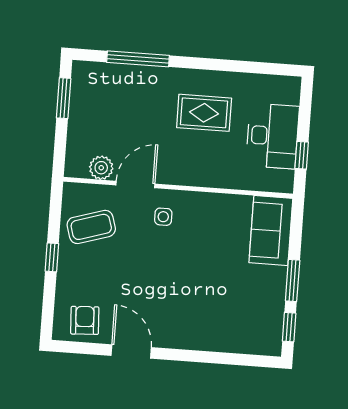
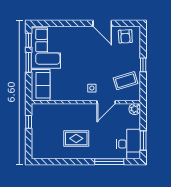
desk: (273, 136) -> (129, 144), moved, turned 180
plant: (101, 168) -> (135, 109), moved
corner sofa: (254, 308) -> (46, 48), added

